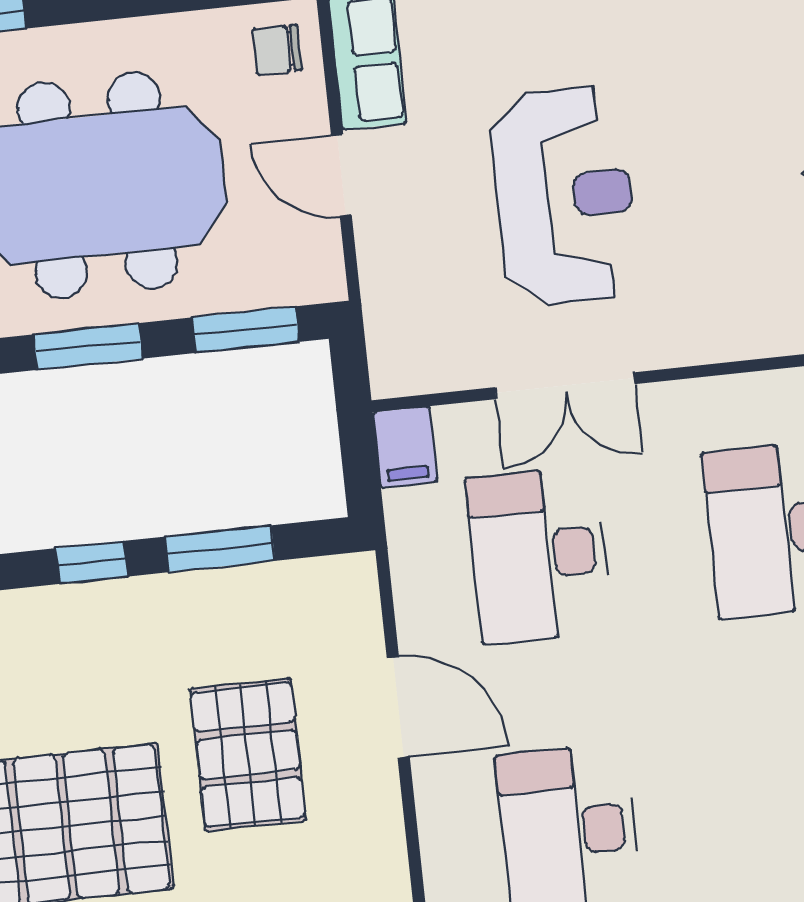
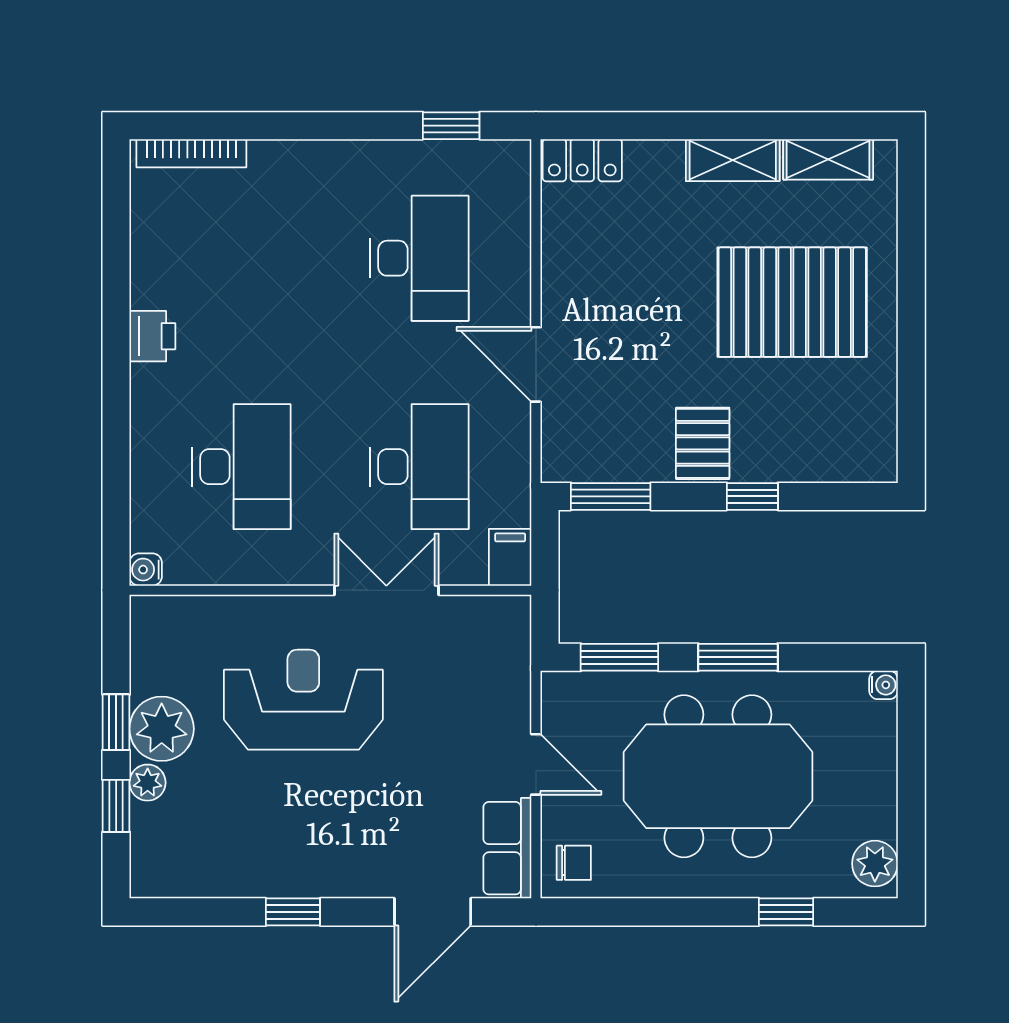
reception desk: (564, 196) -> (303, 700), moved, turned 90
window: (220, 549) -> (611, 496), moved
pallet: (248, 755) -> (703, 443), moved, width x0.67, depth x0.71

